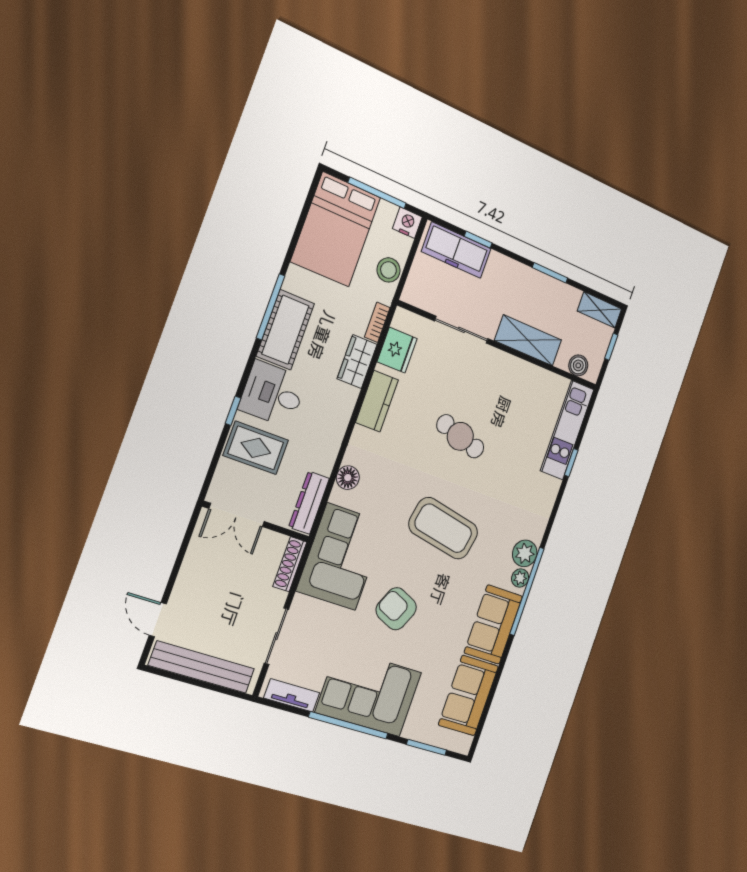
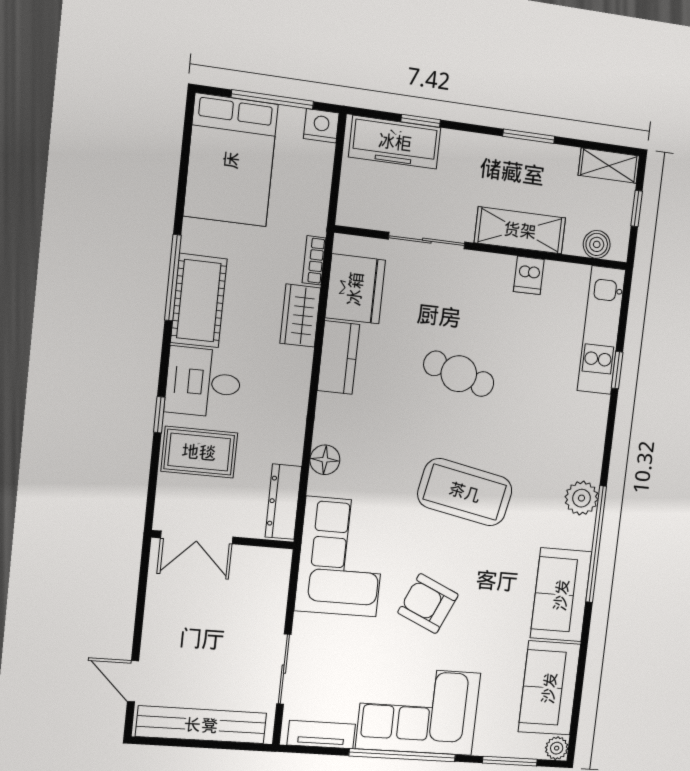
stool: (389, 270) -> (312, 192), removed
fridge: (397, 350) -> (355, 289), width x1.36, depth x1.34
dishwasher: (526, 376) -> (529, 275), added
shoe rack: (290, 564) -> (278, 581), removed
plant: (520, 578) -> (557, 748), moved

